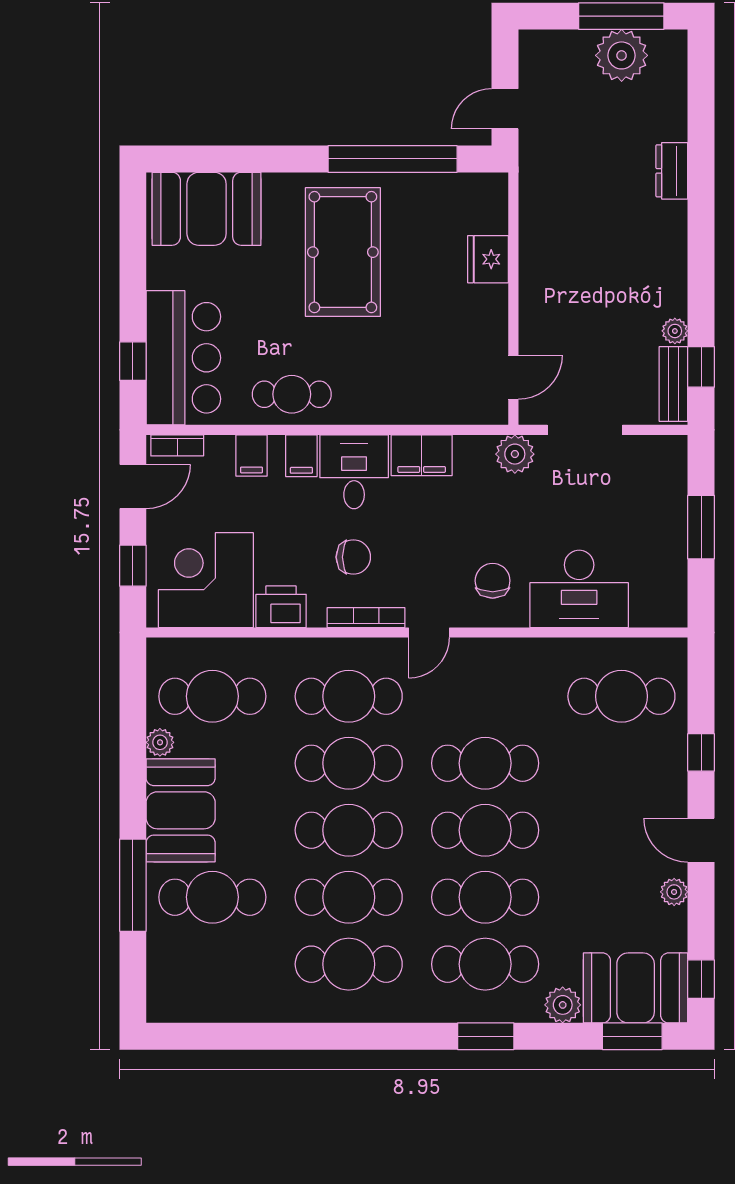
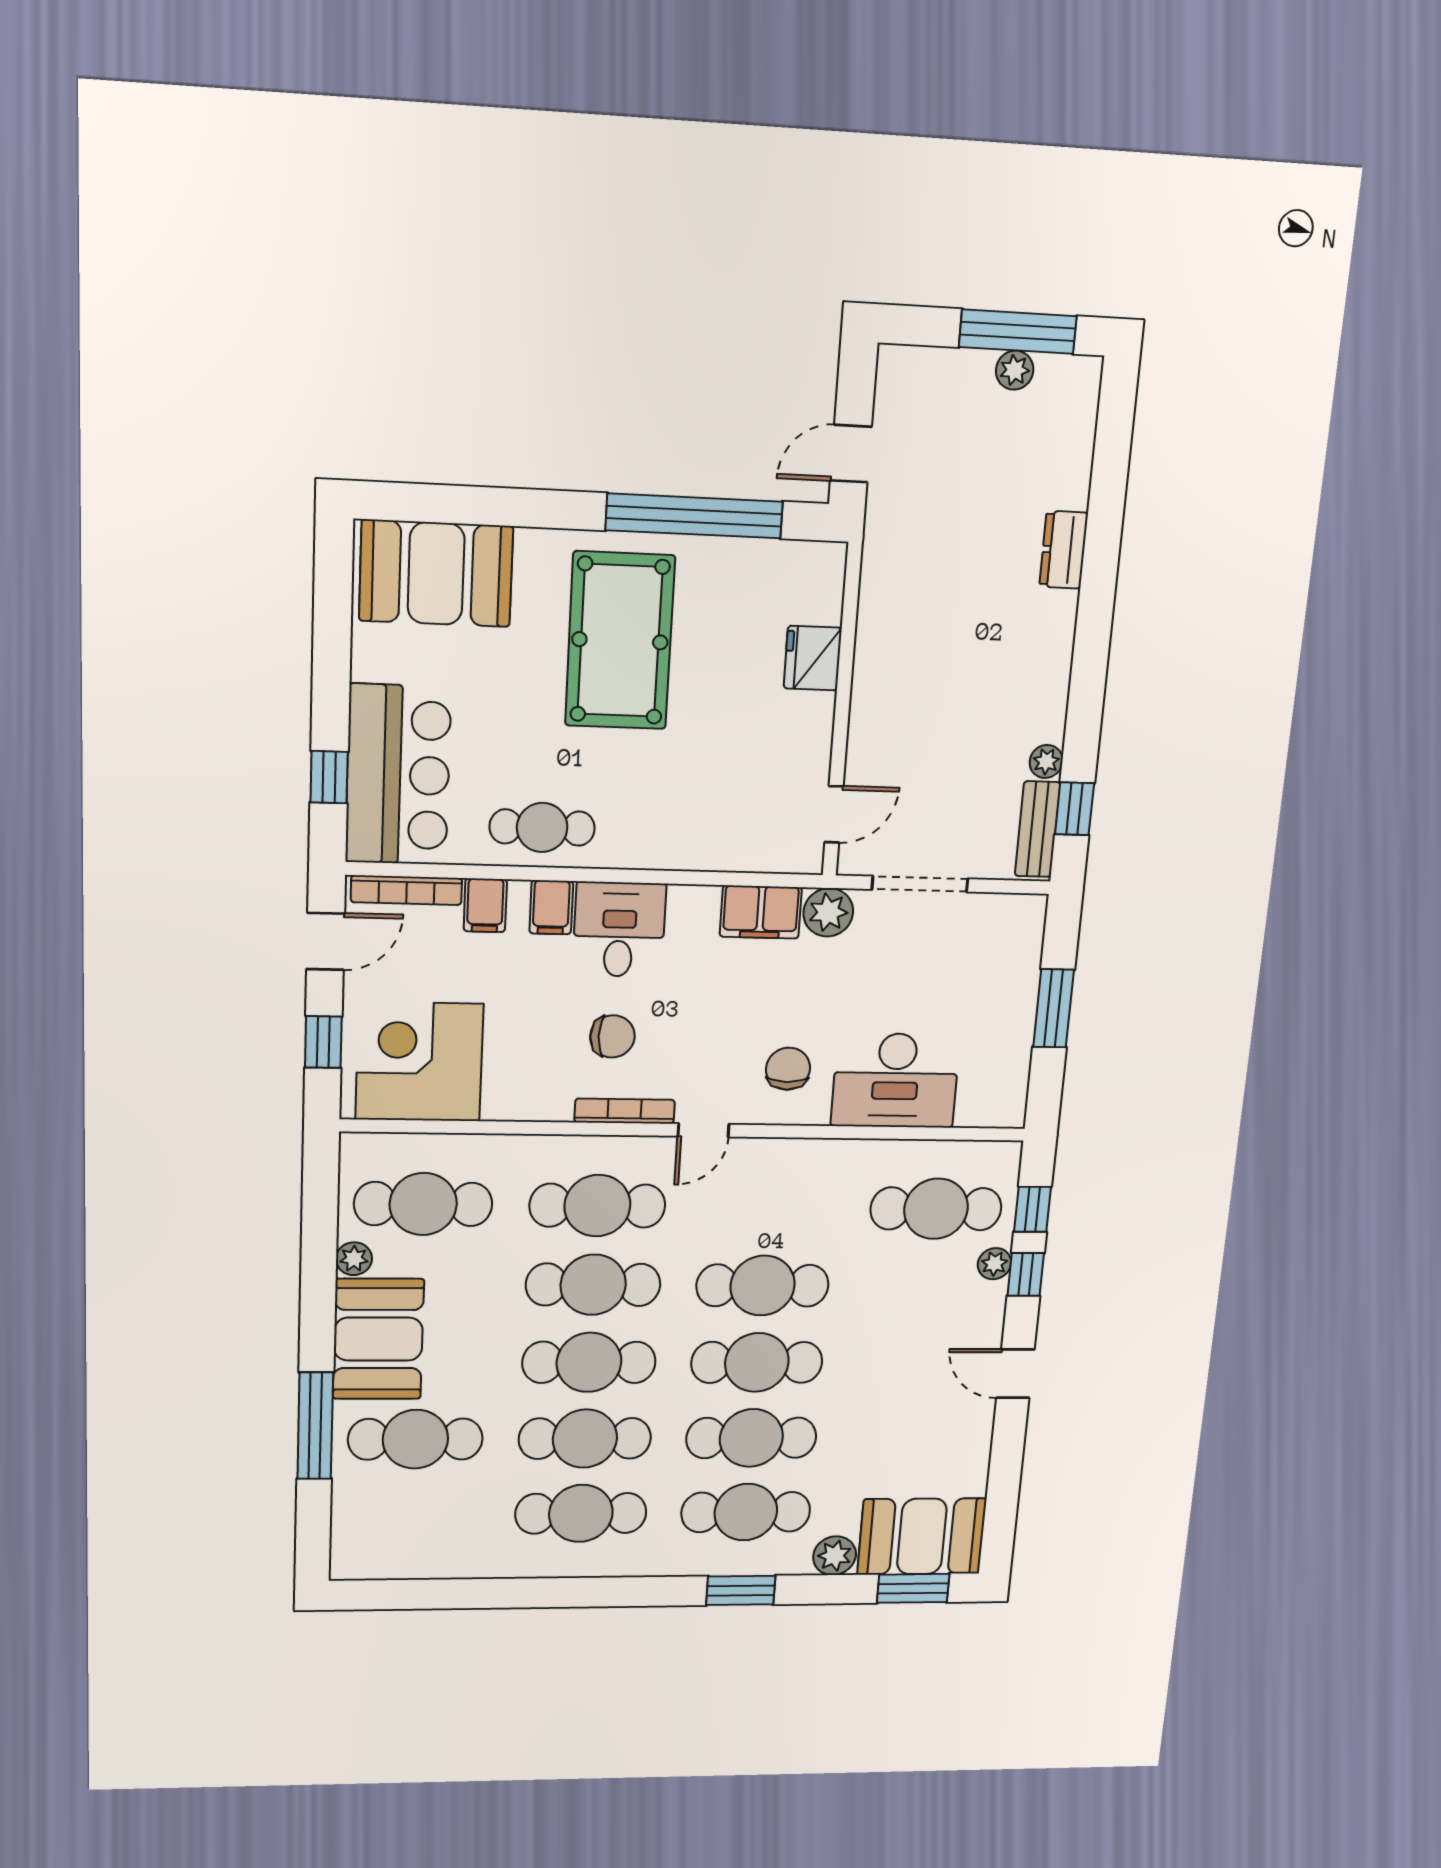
plant: (622, 55) -> (1015, 370), width x0.53, depth x0.53
bookcase: (177, 445) -> (406, 890), width x1.56
filing cabinet: (422, 455) -> (761, 912), moved
printer: (281, 607) -> (516, 1096), removed
plant: (674, 892) -> (994, 1264), moved
window: (701, 979) -> (1033, 1209), moved

